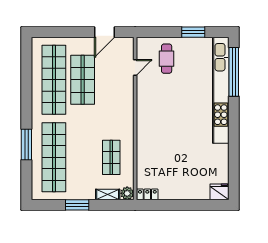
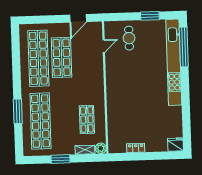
locker: (147, 194) -> (136, 148), moved

